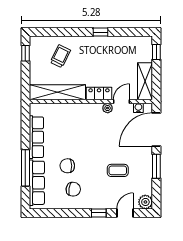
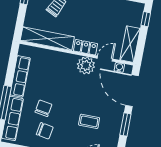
plant: (108, 108) -> (86, 65), width x1.87, depth x1.87
door: (156, 130) -> (132, 91), hinge flipped
chair: (67, 166) -> (43, 108), turned 101

